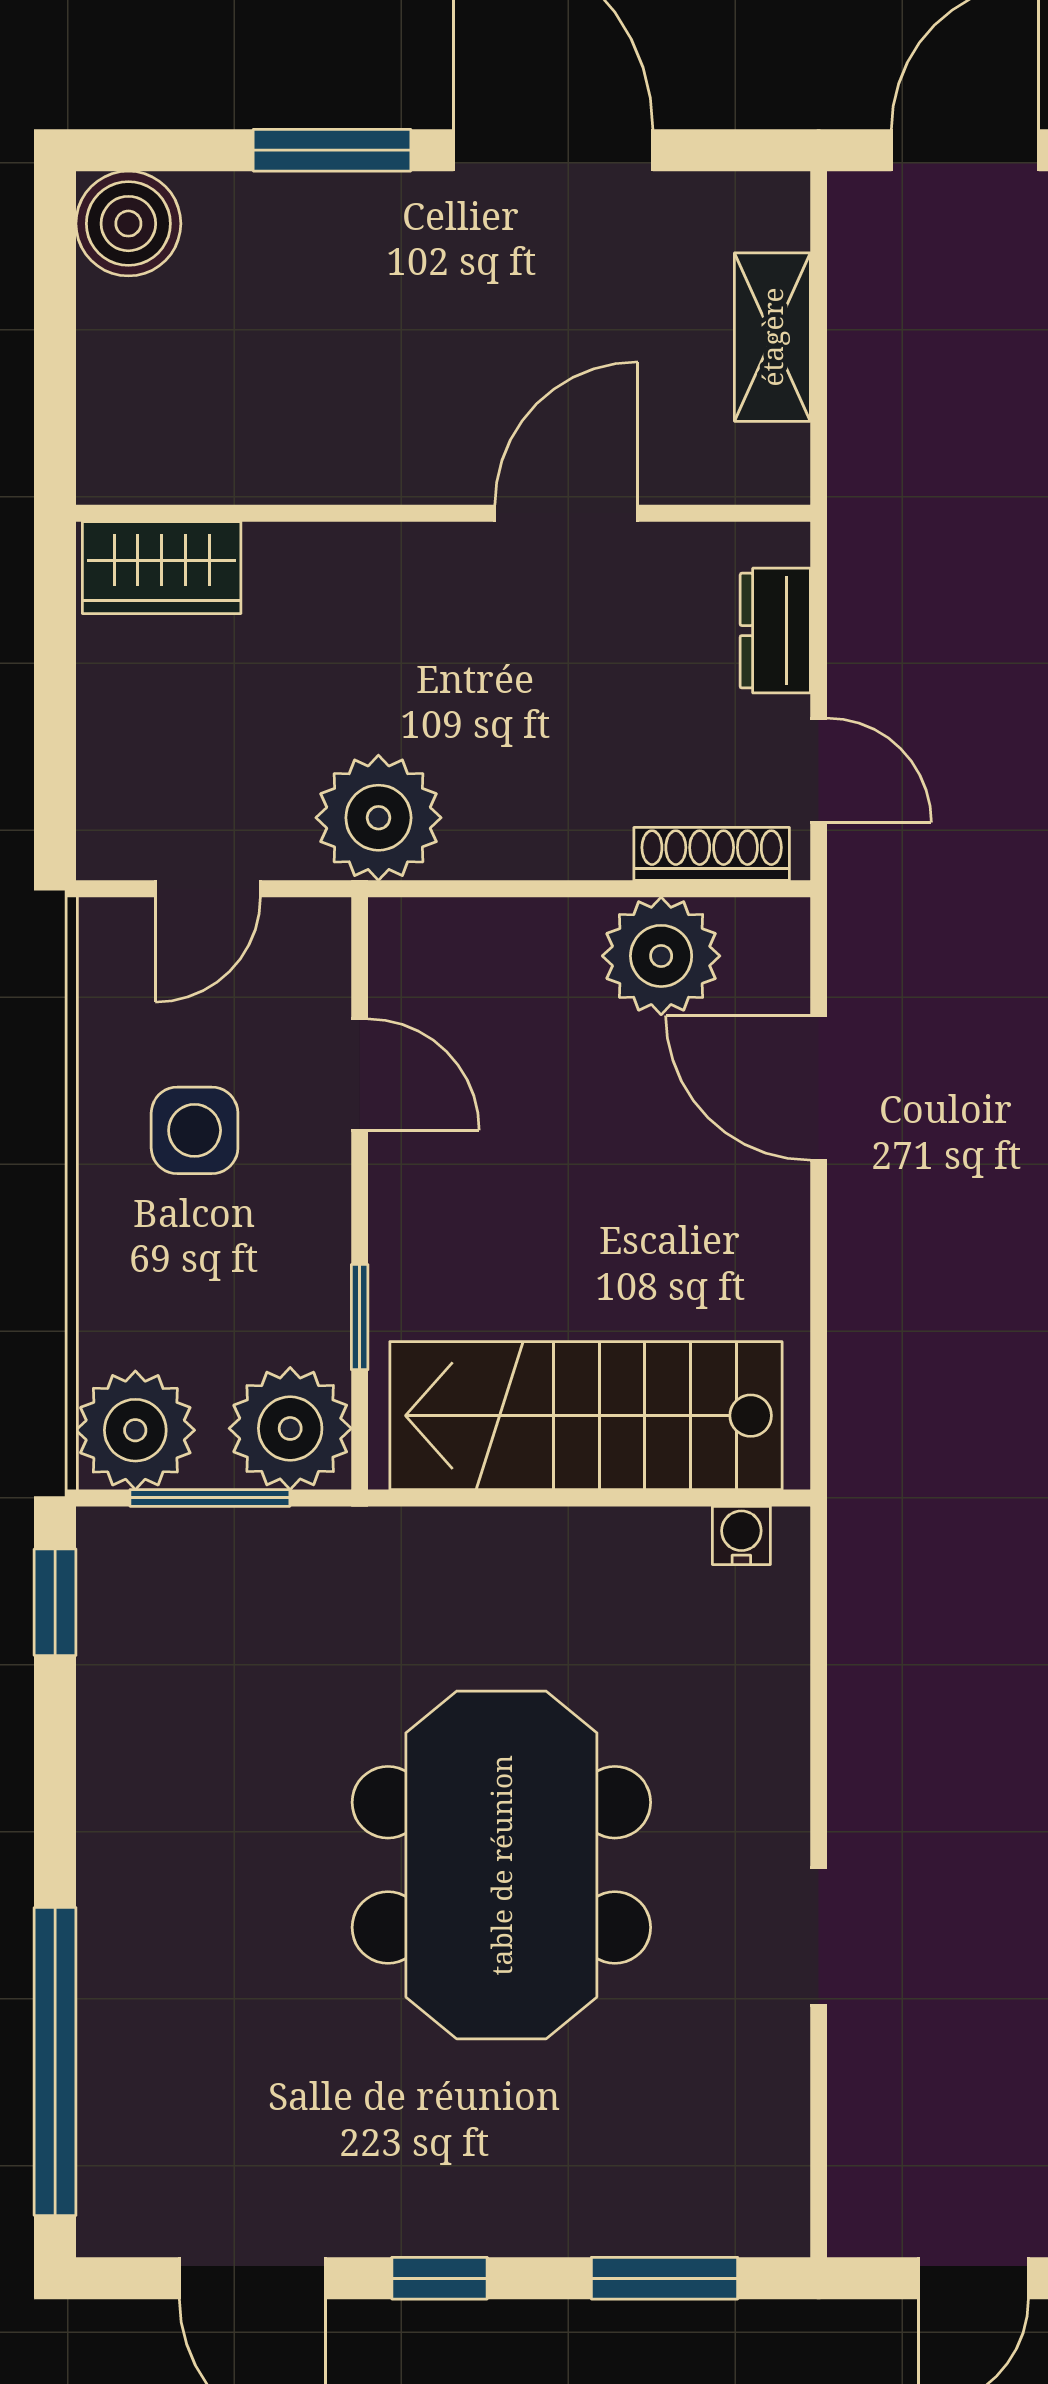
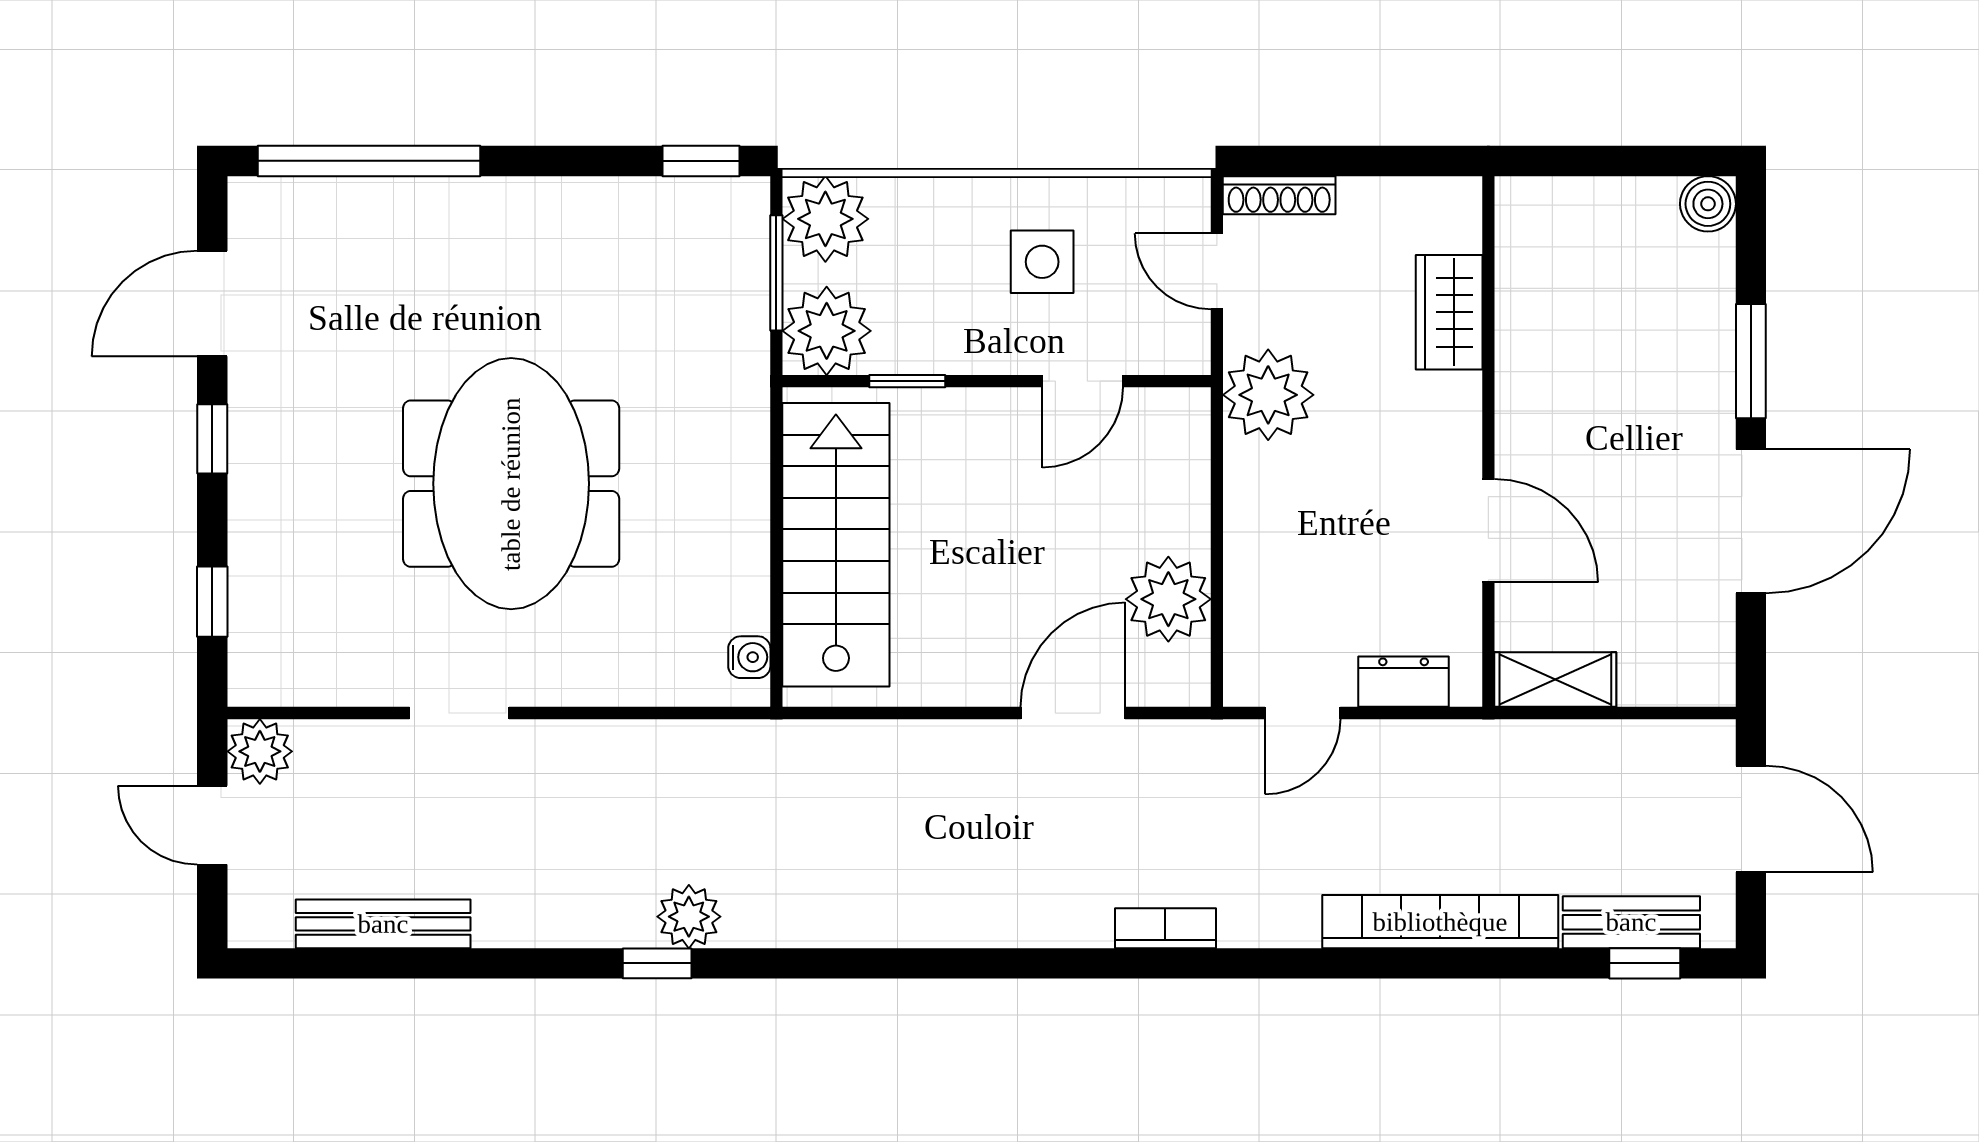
boiler: (128, 224) -> (1708, 204), width x0.73, depth x0.73
shelving: (772, 337) -> (1555, 680), moved
wardrobe: (162, 568) -> (1449, 312), moved
shoe rack: (712, 854) -> (1279, 195), moved, turned 90
meeting table: (501, 1865) -> (511, 484), turned 90
plant: (872, 2212) -> (260, 751), added
window: (664, 2278) -> (212, 602), width x0.67

